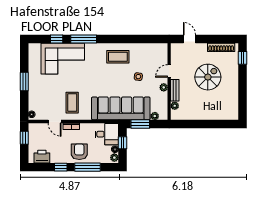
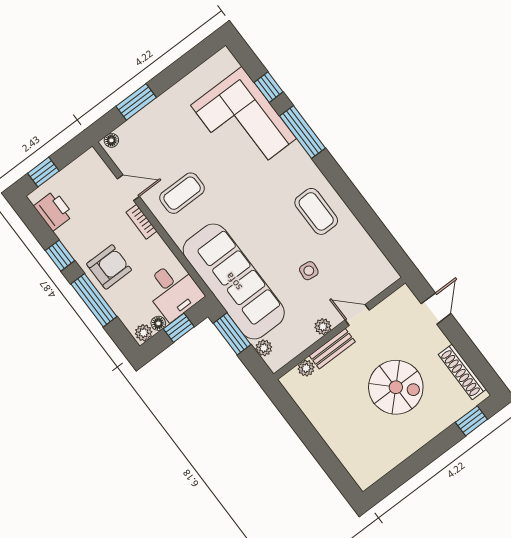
window: (24, 82) -> (136, 102), moved
door: (55, 122) -> (128, 188), swing flipped
window: (24, 138) -> (43, 172), moved

